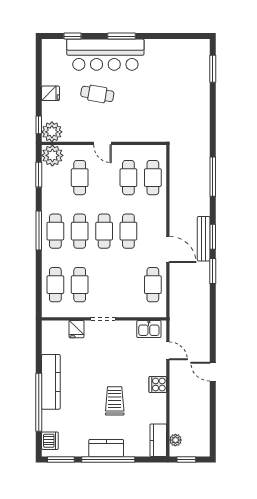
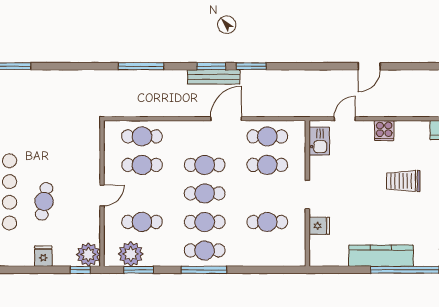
plant: (52, 155) -> (131, 254), moved
cafe table: (55, 285) -> (267, 165), moved

